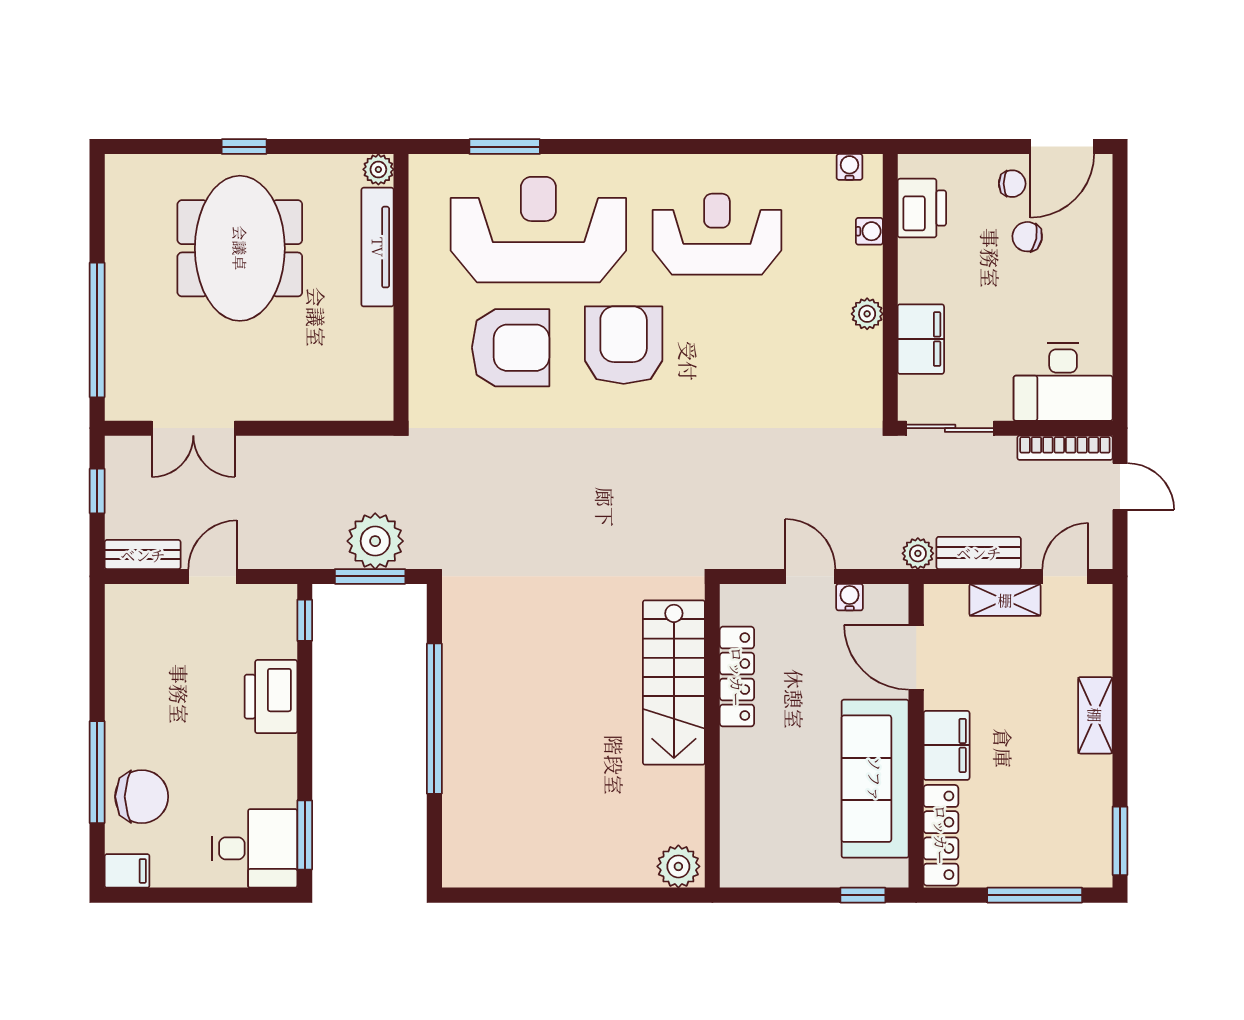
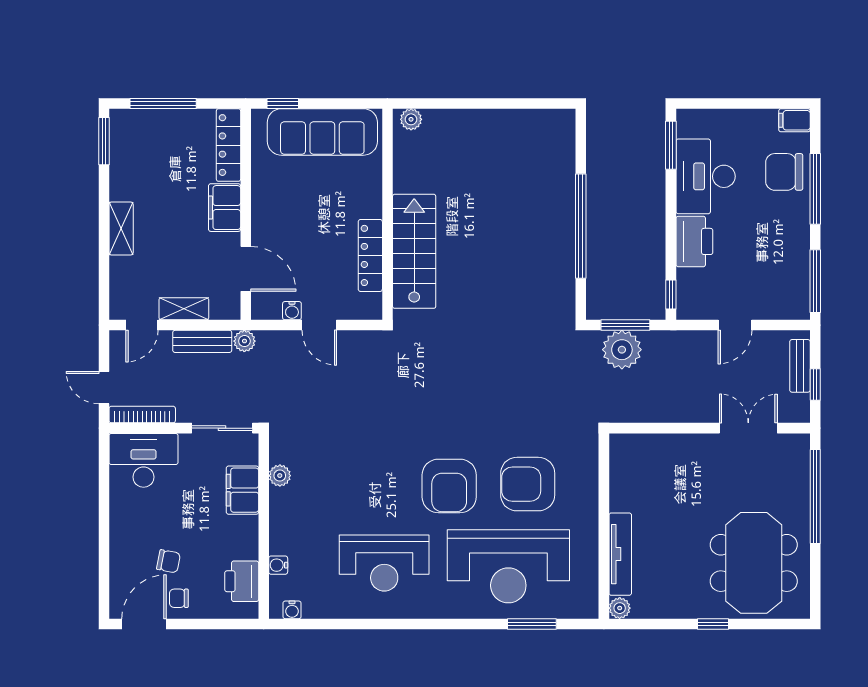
meeting table: (240, 248) -> (754, 563), moved
plant: (867, 314) -> (280, 476), moved
bench: (143, 555) -> (800, 366), moved, turned 90
window: (97, 639) -> (815, 281), added
sofa: (875, 779) -> (322, 132), moved, turned 90
desk: (255, 848) -> (706, 176), moved, width x1.37
plant: (678, 866) -> (411, 119), width x0.73, depth x0.73

